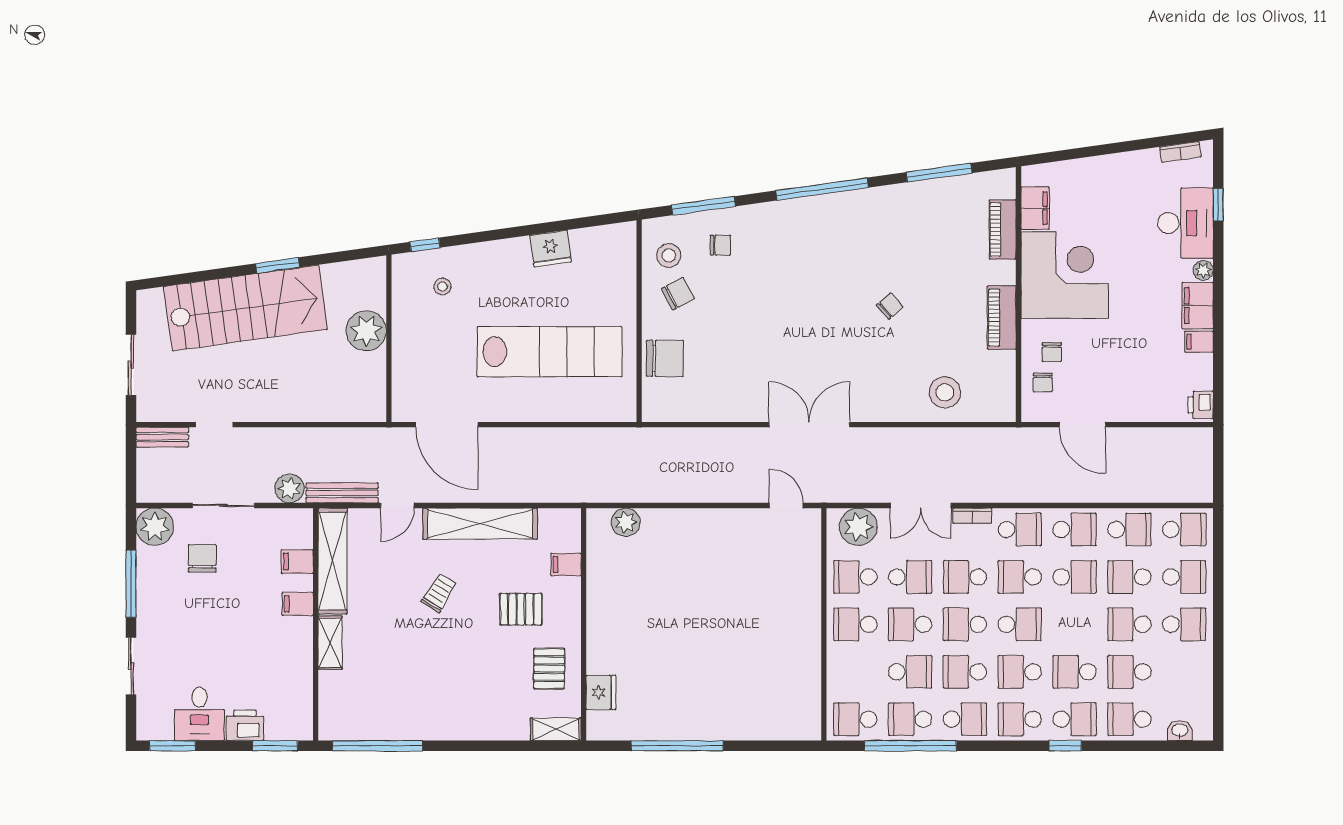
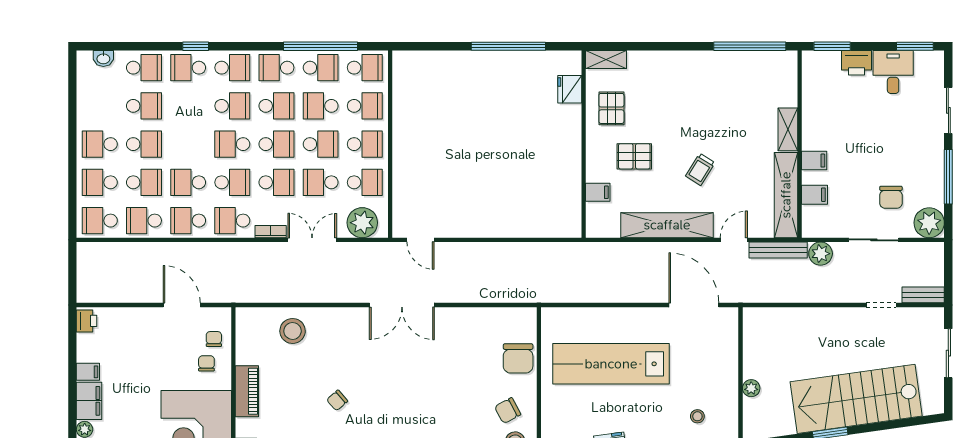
plant: (366, 331) -> (751, 388), width x0.53, depth x0.53
chair: (665, 358) -> (518, 358), turned -90
plant: (626, 522) -> (550, 226), removed
school desk: (1075, 672) -> (365, 106), moved

